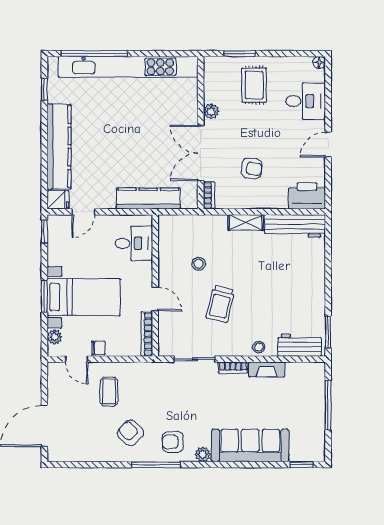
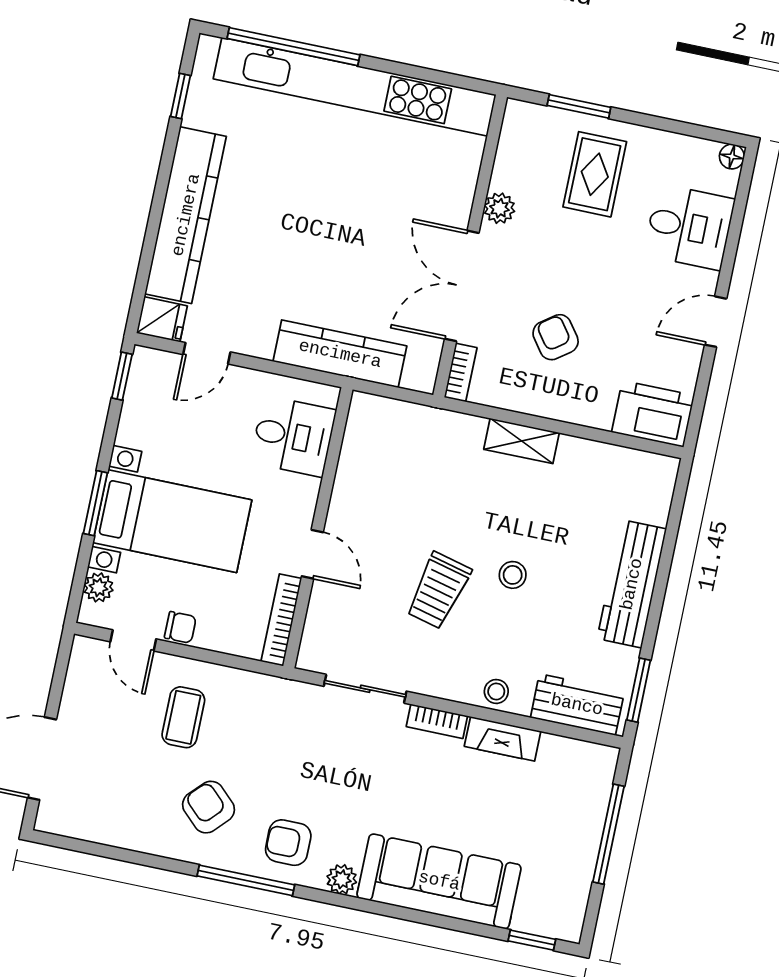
armchair: (252, 168) -> (556, 337), turned -133
workbench: (295, 226) -> (632, 584), moved, turned 90
stool: (199, 264) -> (513, 575), moved

